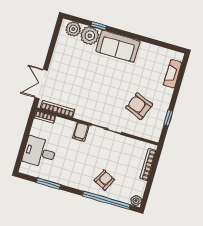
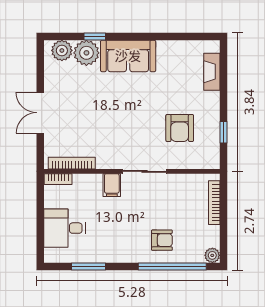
double door: (41, 84) -> (40, 113), moved
armchair: (139, 106) -> (180, 128), turned -112
armchair: (104, 180) -> (162, 240), turned 63

